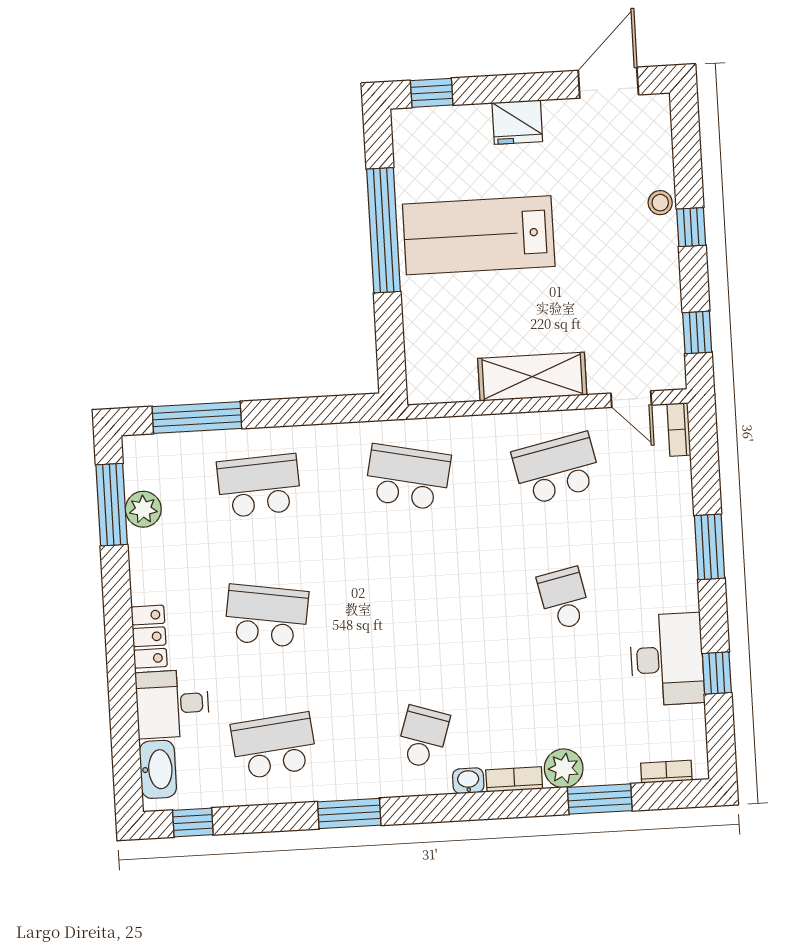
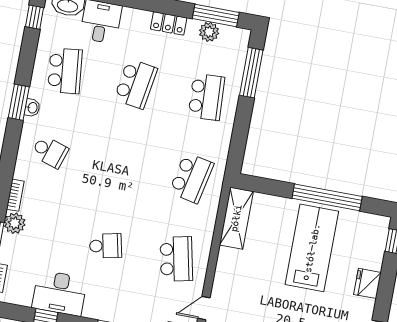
shelving: (532, 377) -> (236, 218), moved
locker: (149, 637) -> (169, 23), moved
washbasin: (468, 781) -> (32, 108), moved

